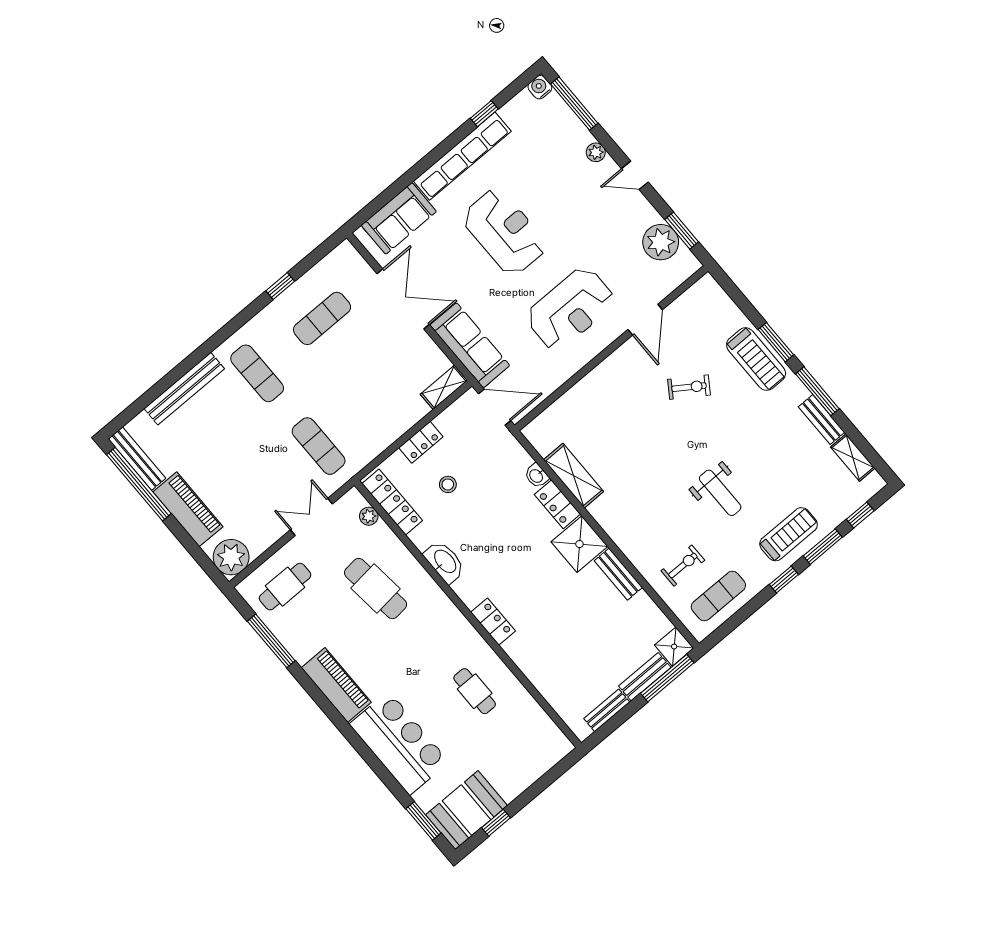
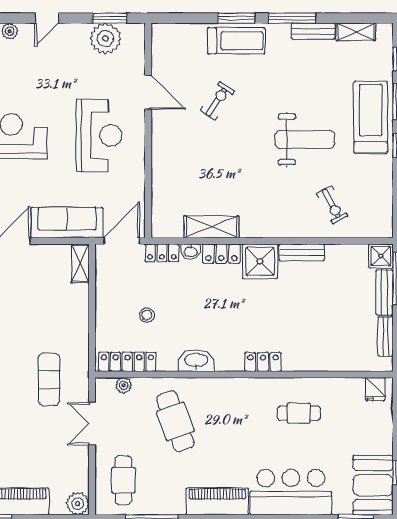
locker: (421, 442) -> (162, 253), moved, turned 90
exercise mat: (319, 446) -> (49, 379), turned 90
weight bench: (720, 493) -> (305, 139), width x1.36, depth x1.33
treadmill: (789, 534) -> (371, 117), width x1.37, depth x1.38
plant: (231, 557) -> (78, 504), width x0.73, depth x0.73
exercise bike: (683, 566) -> (332, 205), turned 152
cafe table: (376, 589) -> (175, 421), turned 76
exercise mat: (718, 596) -> (372, 198), removed
fridge: (553, 741) -> (375, 389), added

